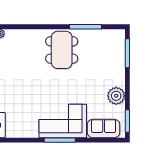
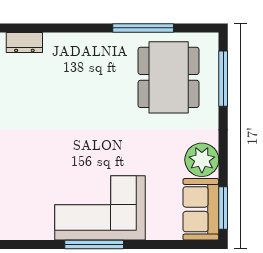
dresser: (23, 34) -> (24, 43), added
dining table: (62, 50) -> (169, 77), moved
sofa: (104, 129) -> (201, 209), moved, turned -90

